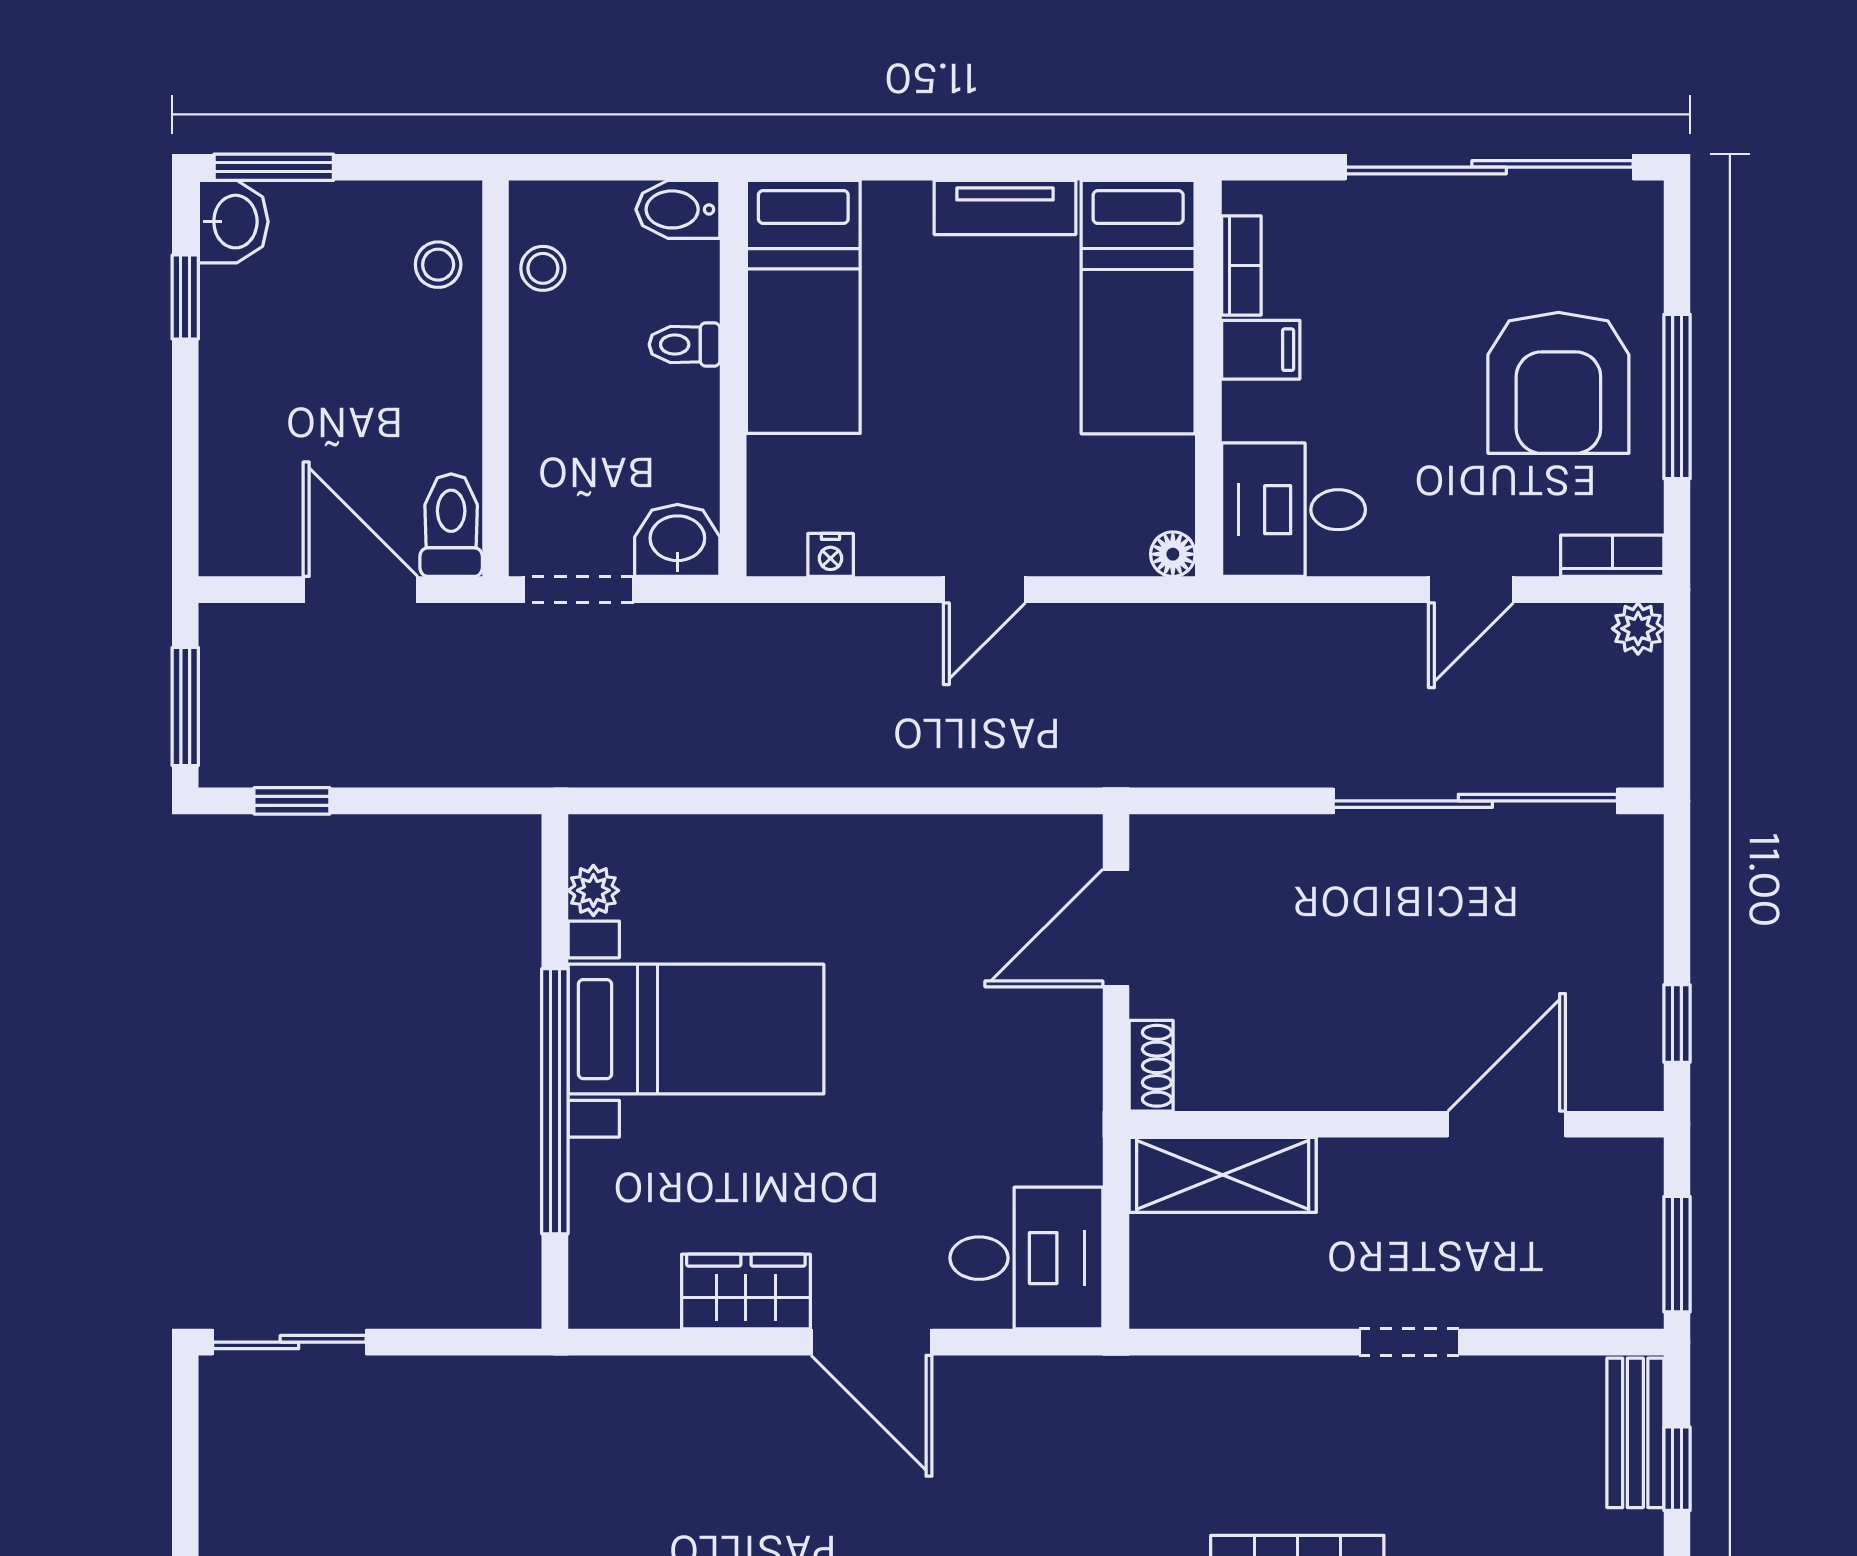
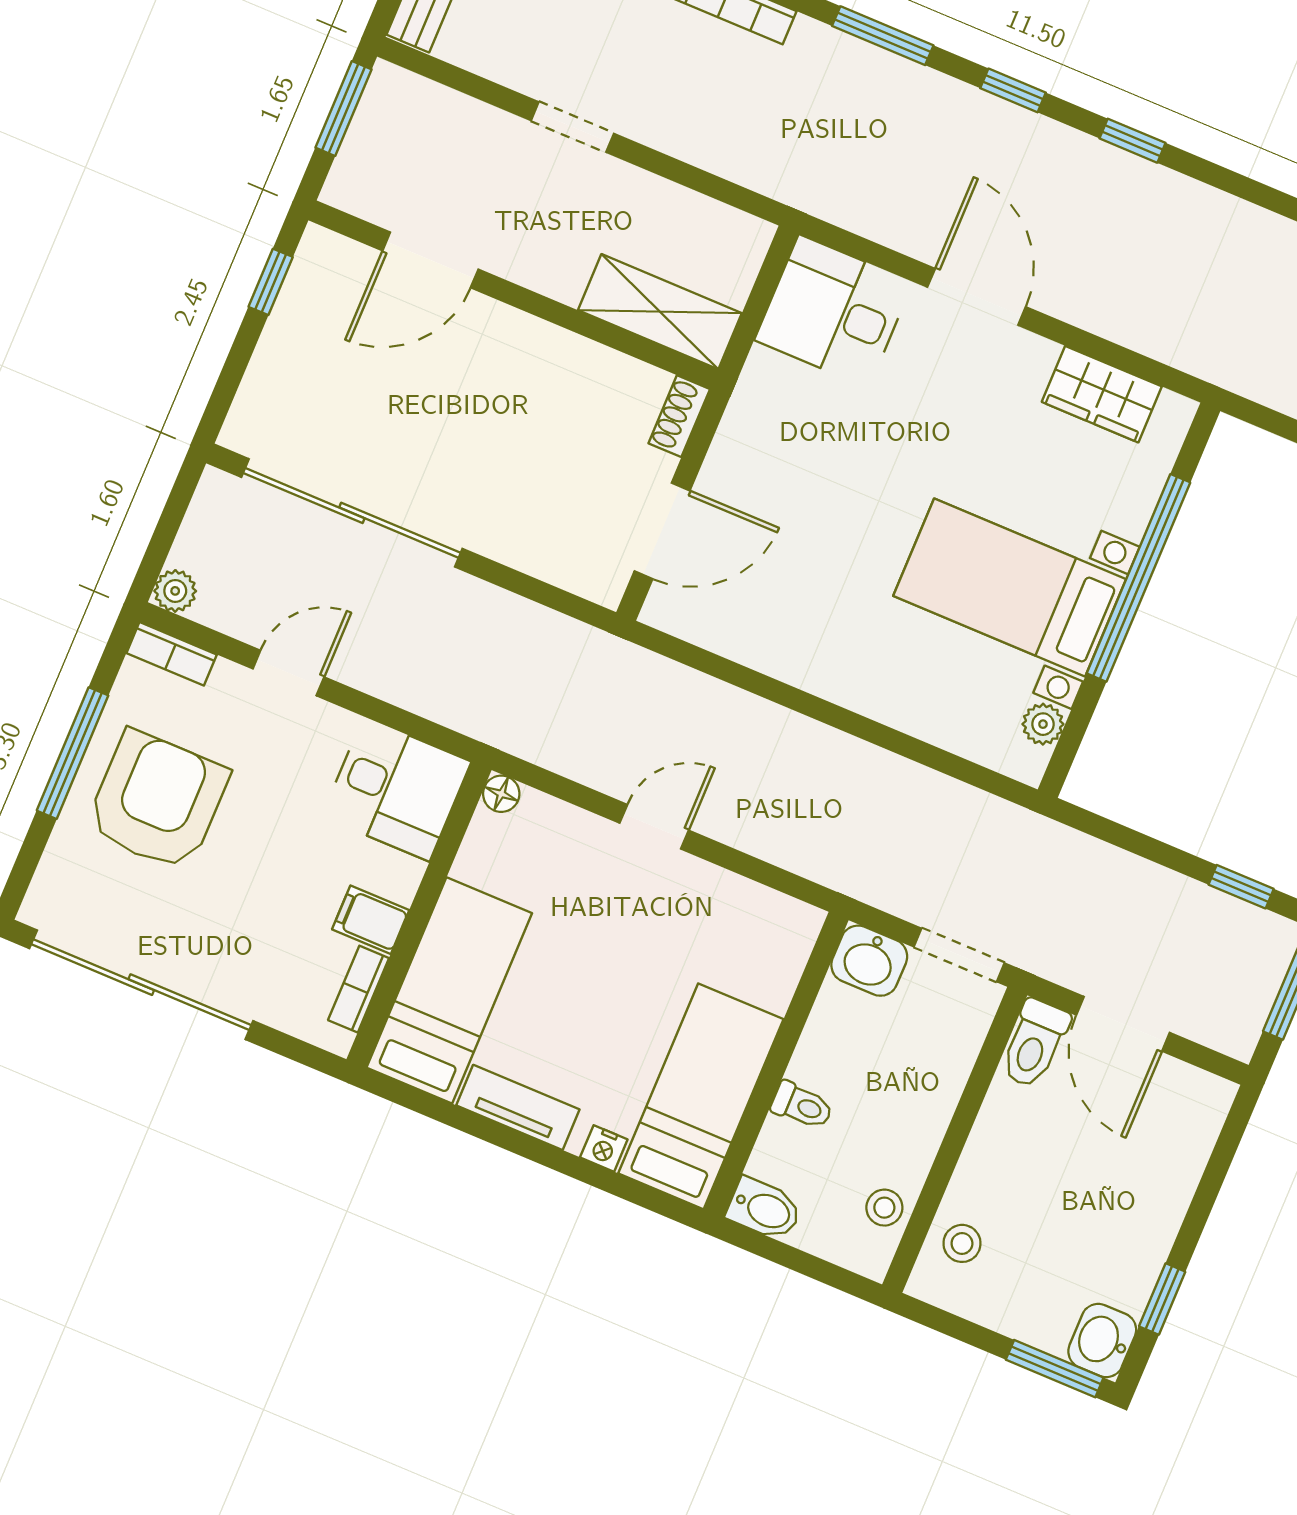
nightstand: (831, 555) -> (604, 1148), moved, turned 180
wardrobe: (746, 1292) -> (1102, 394), moved

